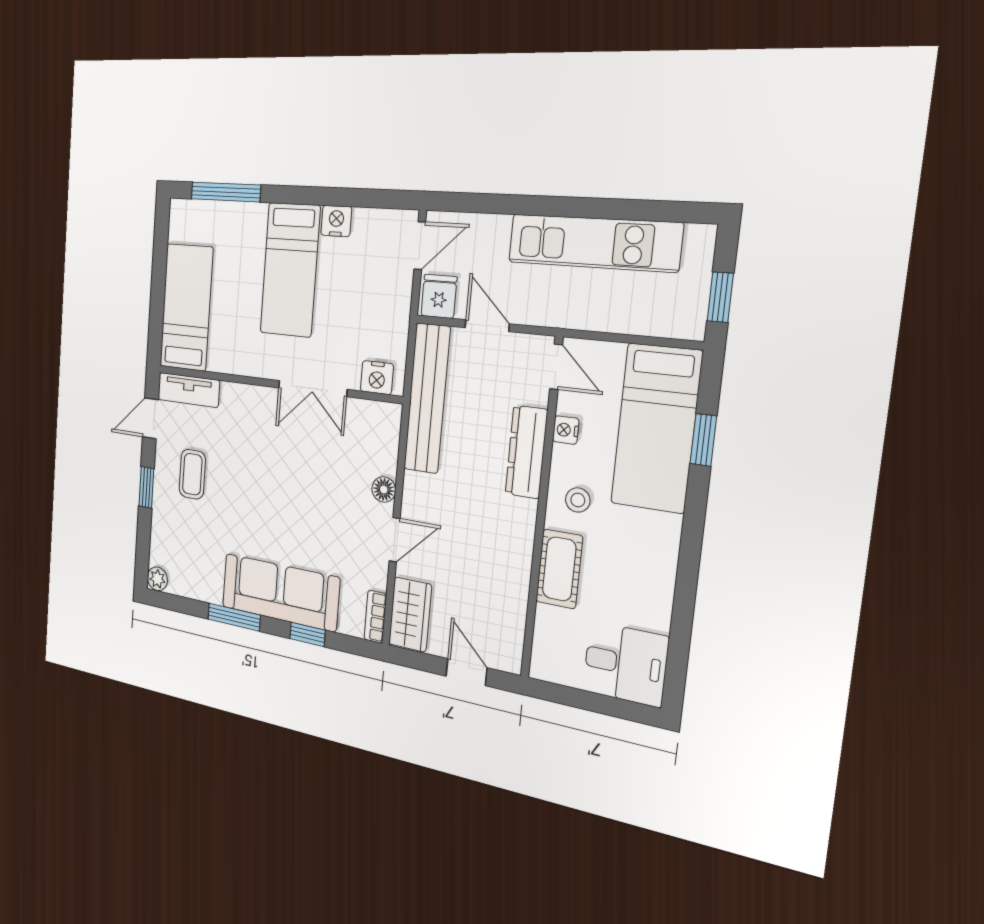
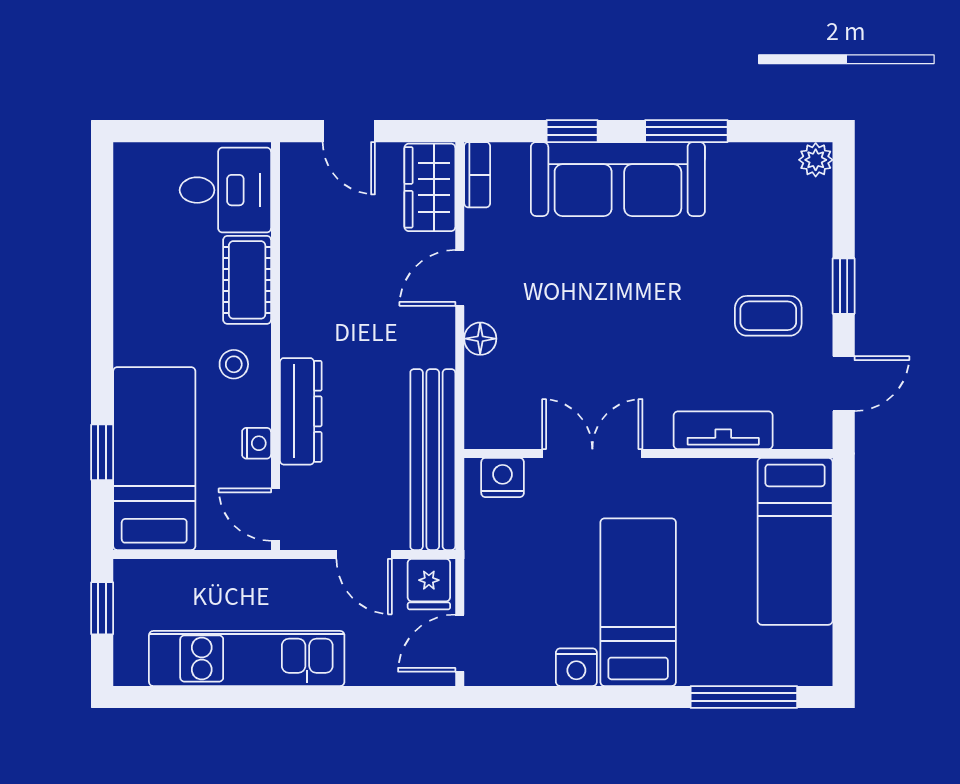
tv unit: (188, 390) -> (723, 430), moved
coffee table: (192, 474) -> (768, 316), turned 90
desk: (625, 664) -> (225, 190), moved, turned 180

